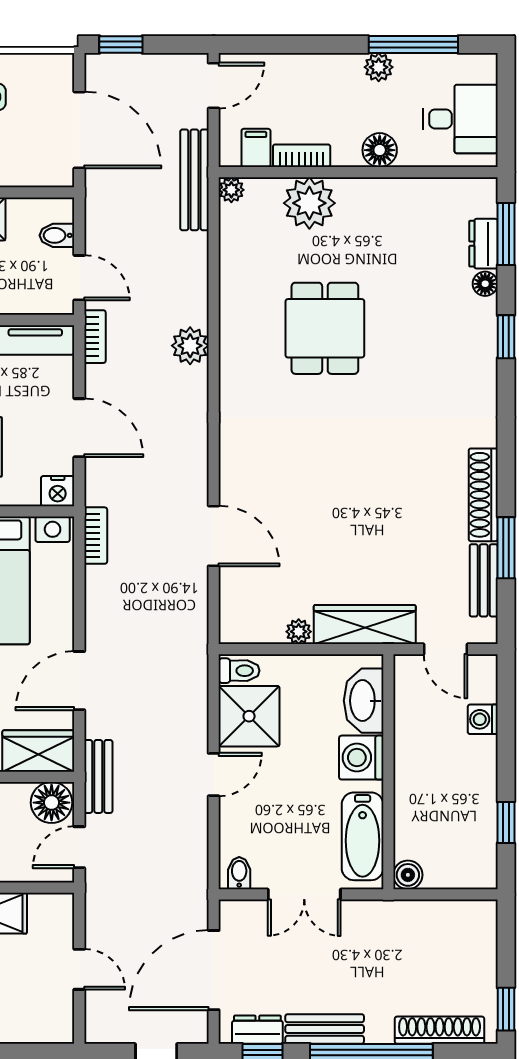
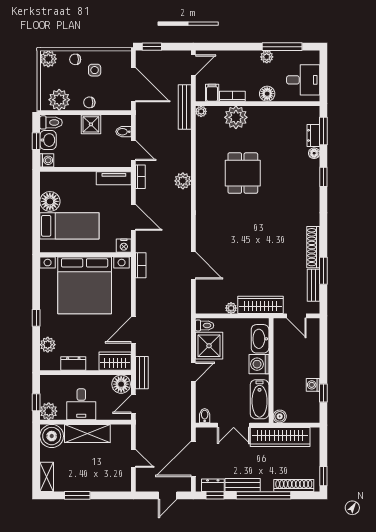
washing machine: (483, 719) -> (313, 385), moved
wardrobe: (409, 921) -> (280, 437), added

